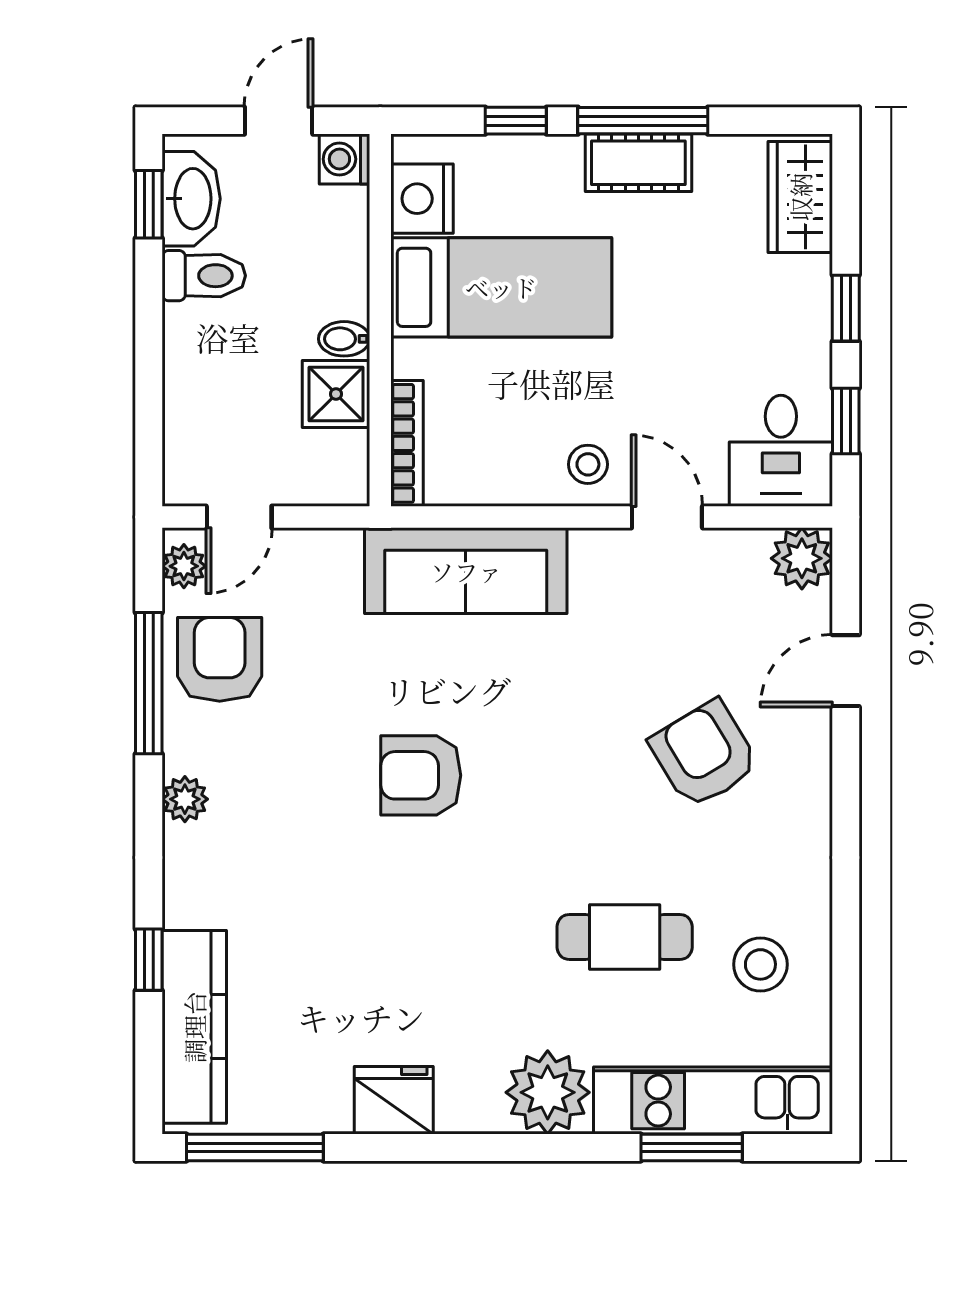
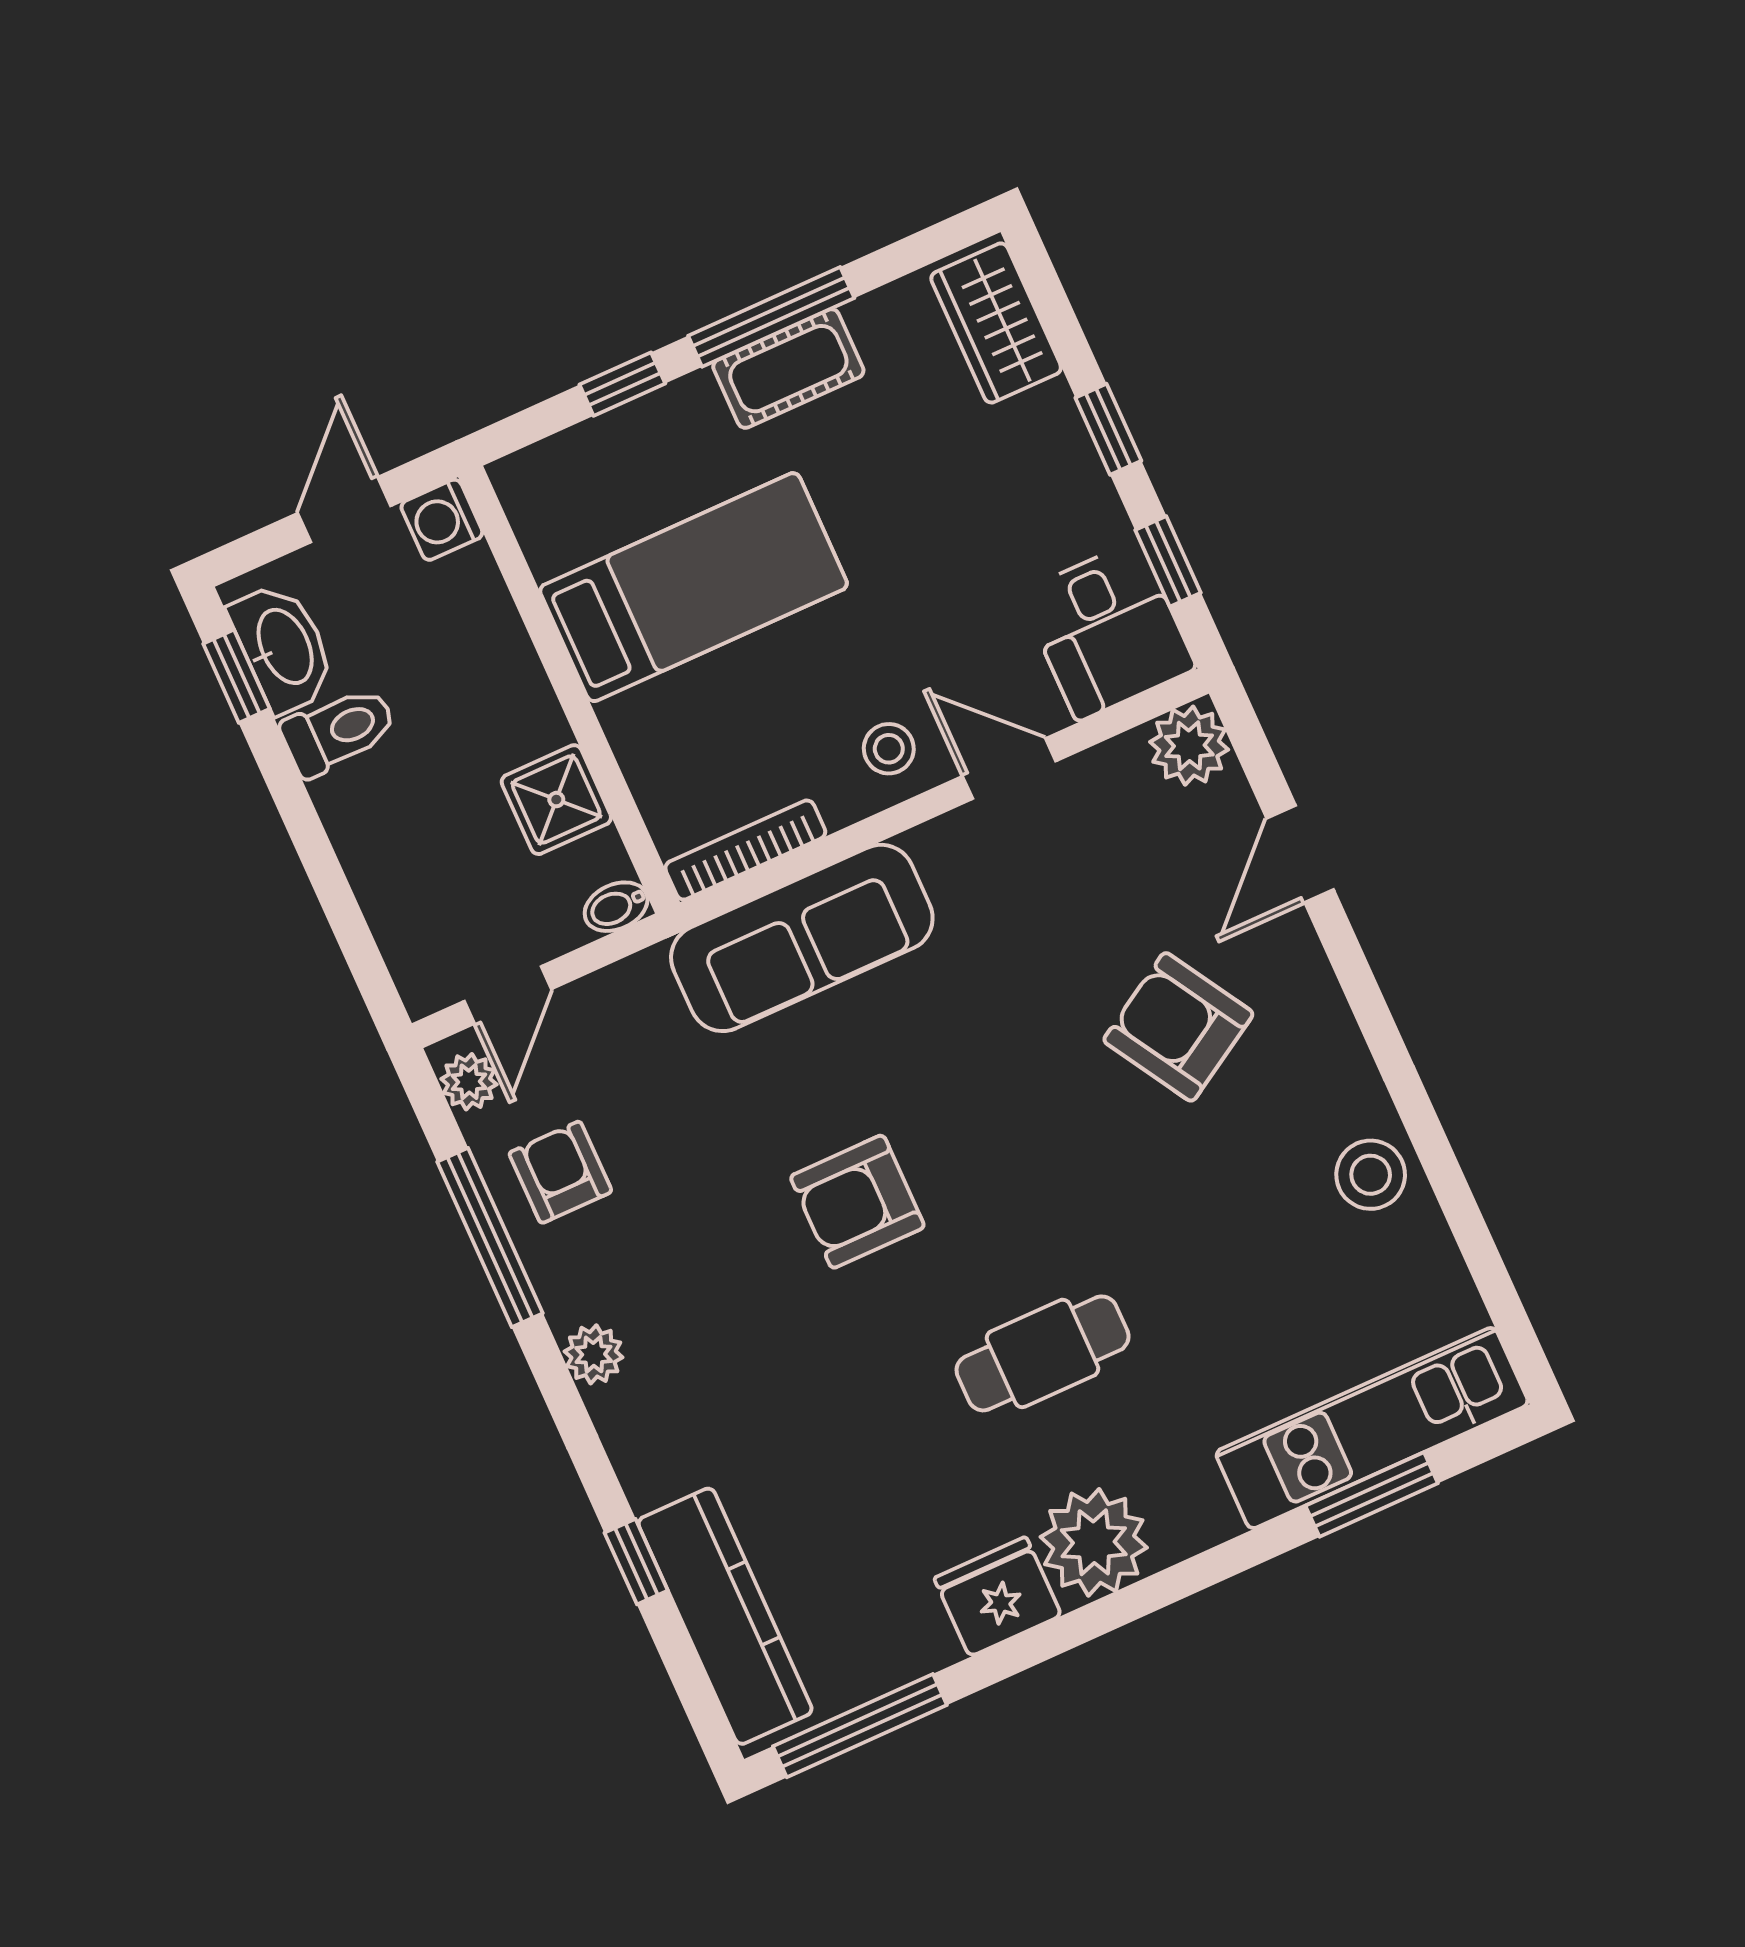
nightstand: (422, 199) -> (554, 525), removed
bidet: (344, 339) -> (616, 907), moved
bookcase: (407, 443) -> (745, 850), moved, turned -90
armchair: (220, 659) -> (560, 1172), width x0.72, depth x0.72
cafe table: (625, 937) -> (1043, 1353), moved
stool: (760, 964) -> (1371, 1175), moved
plant: (548, 1092) -> (1094, 1542), moved

